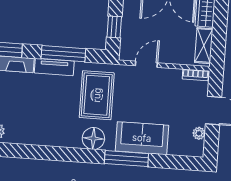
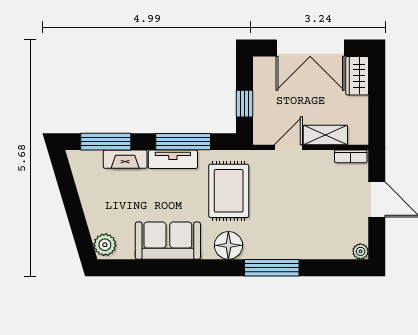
shelving: (204, 46) -> (325, 135), moved, turned 90
plant: (199, 133) -> (360, 251), moved
sofa: (142, 138) -> (168, 241), moved

